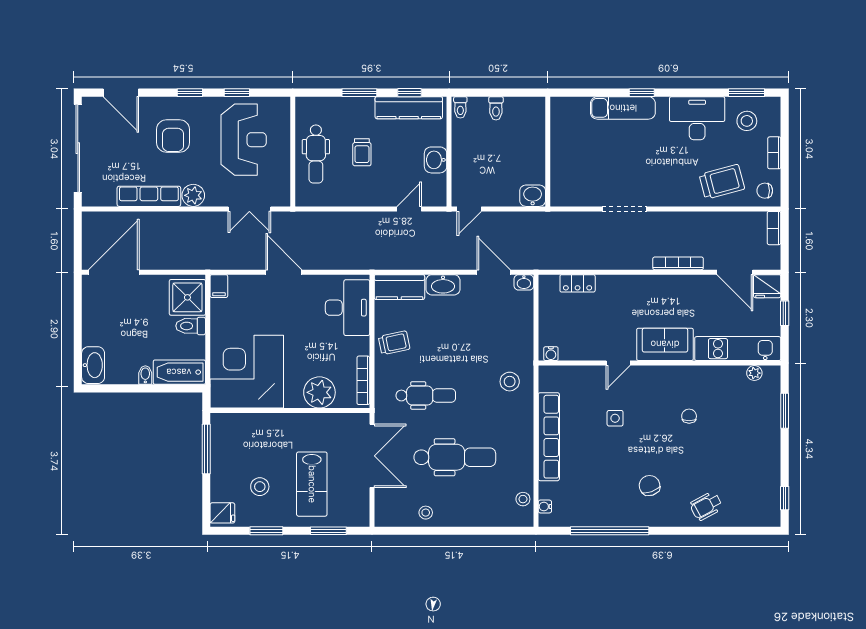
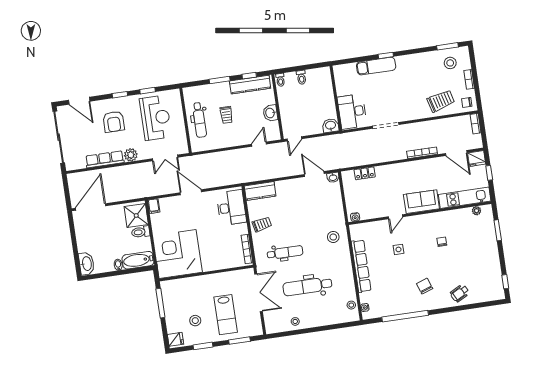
desk: (697, 118) -> (352, 112), moved, turned -90
washbasin: (443, 285) -> (286, 186), removed
plant: (319, 392) -> (222, 260), removed
dental chair: (455, 457) -> (307, 286), turned 180

